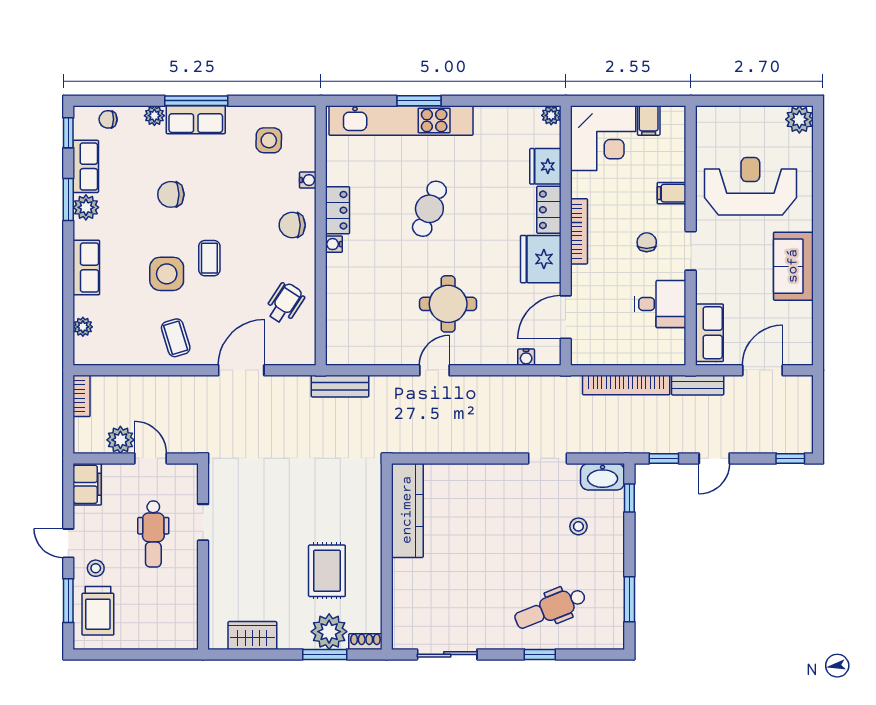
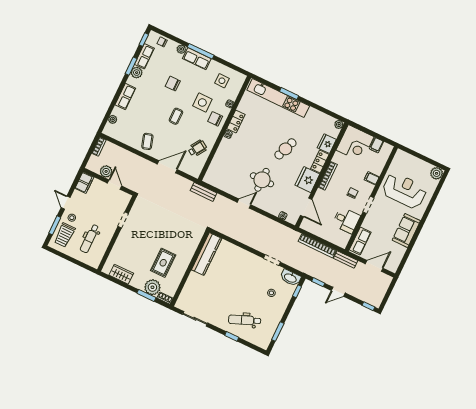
cafe table: (429, 209) -> (285, 149), moved
side table: (167, 274) -> (202, 102), moved
door: (566, 317) -> (306, 207), swing flipped
dental chair: (153, 534) -> (90, 239), moved

